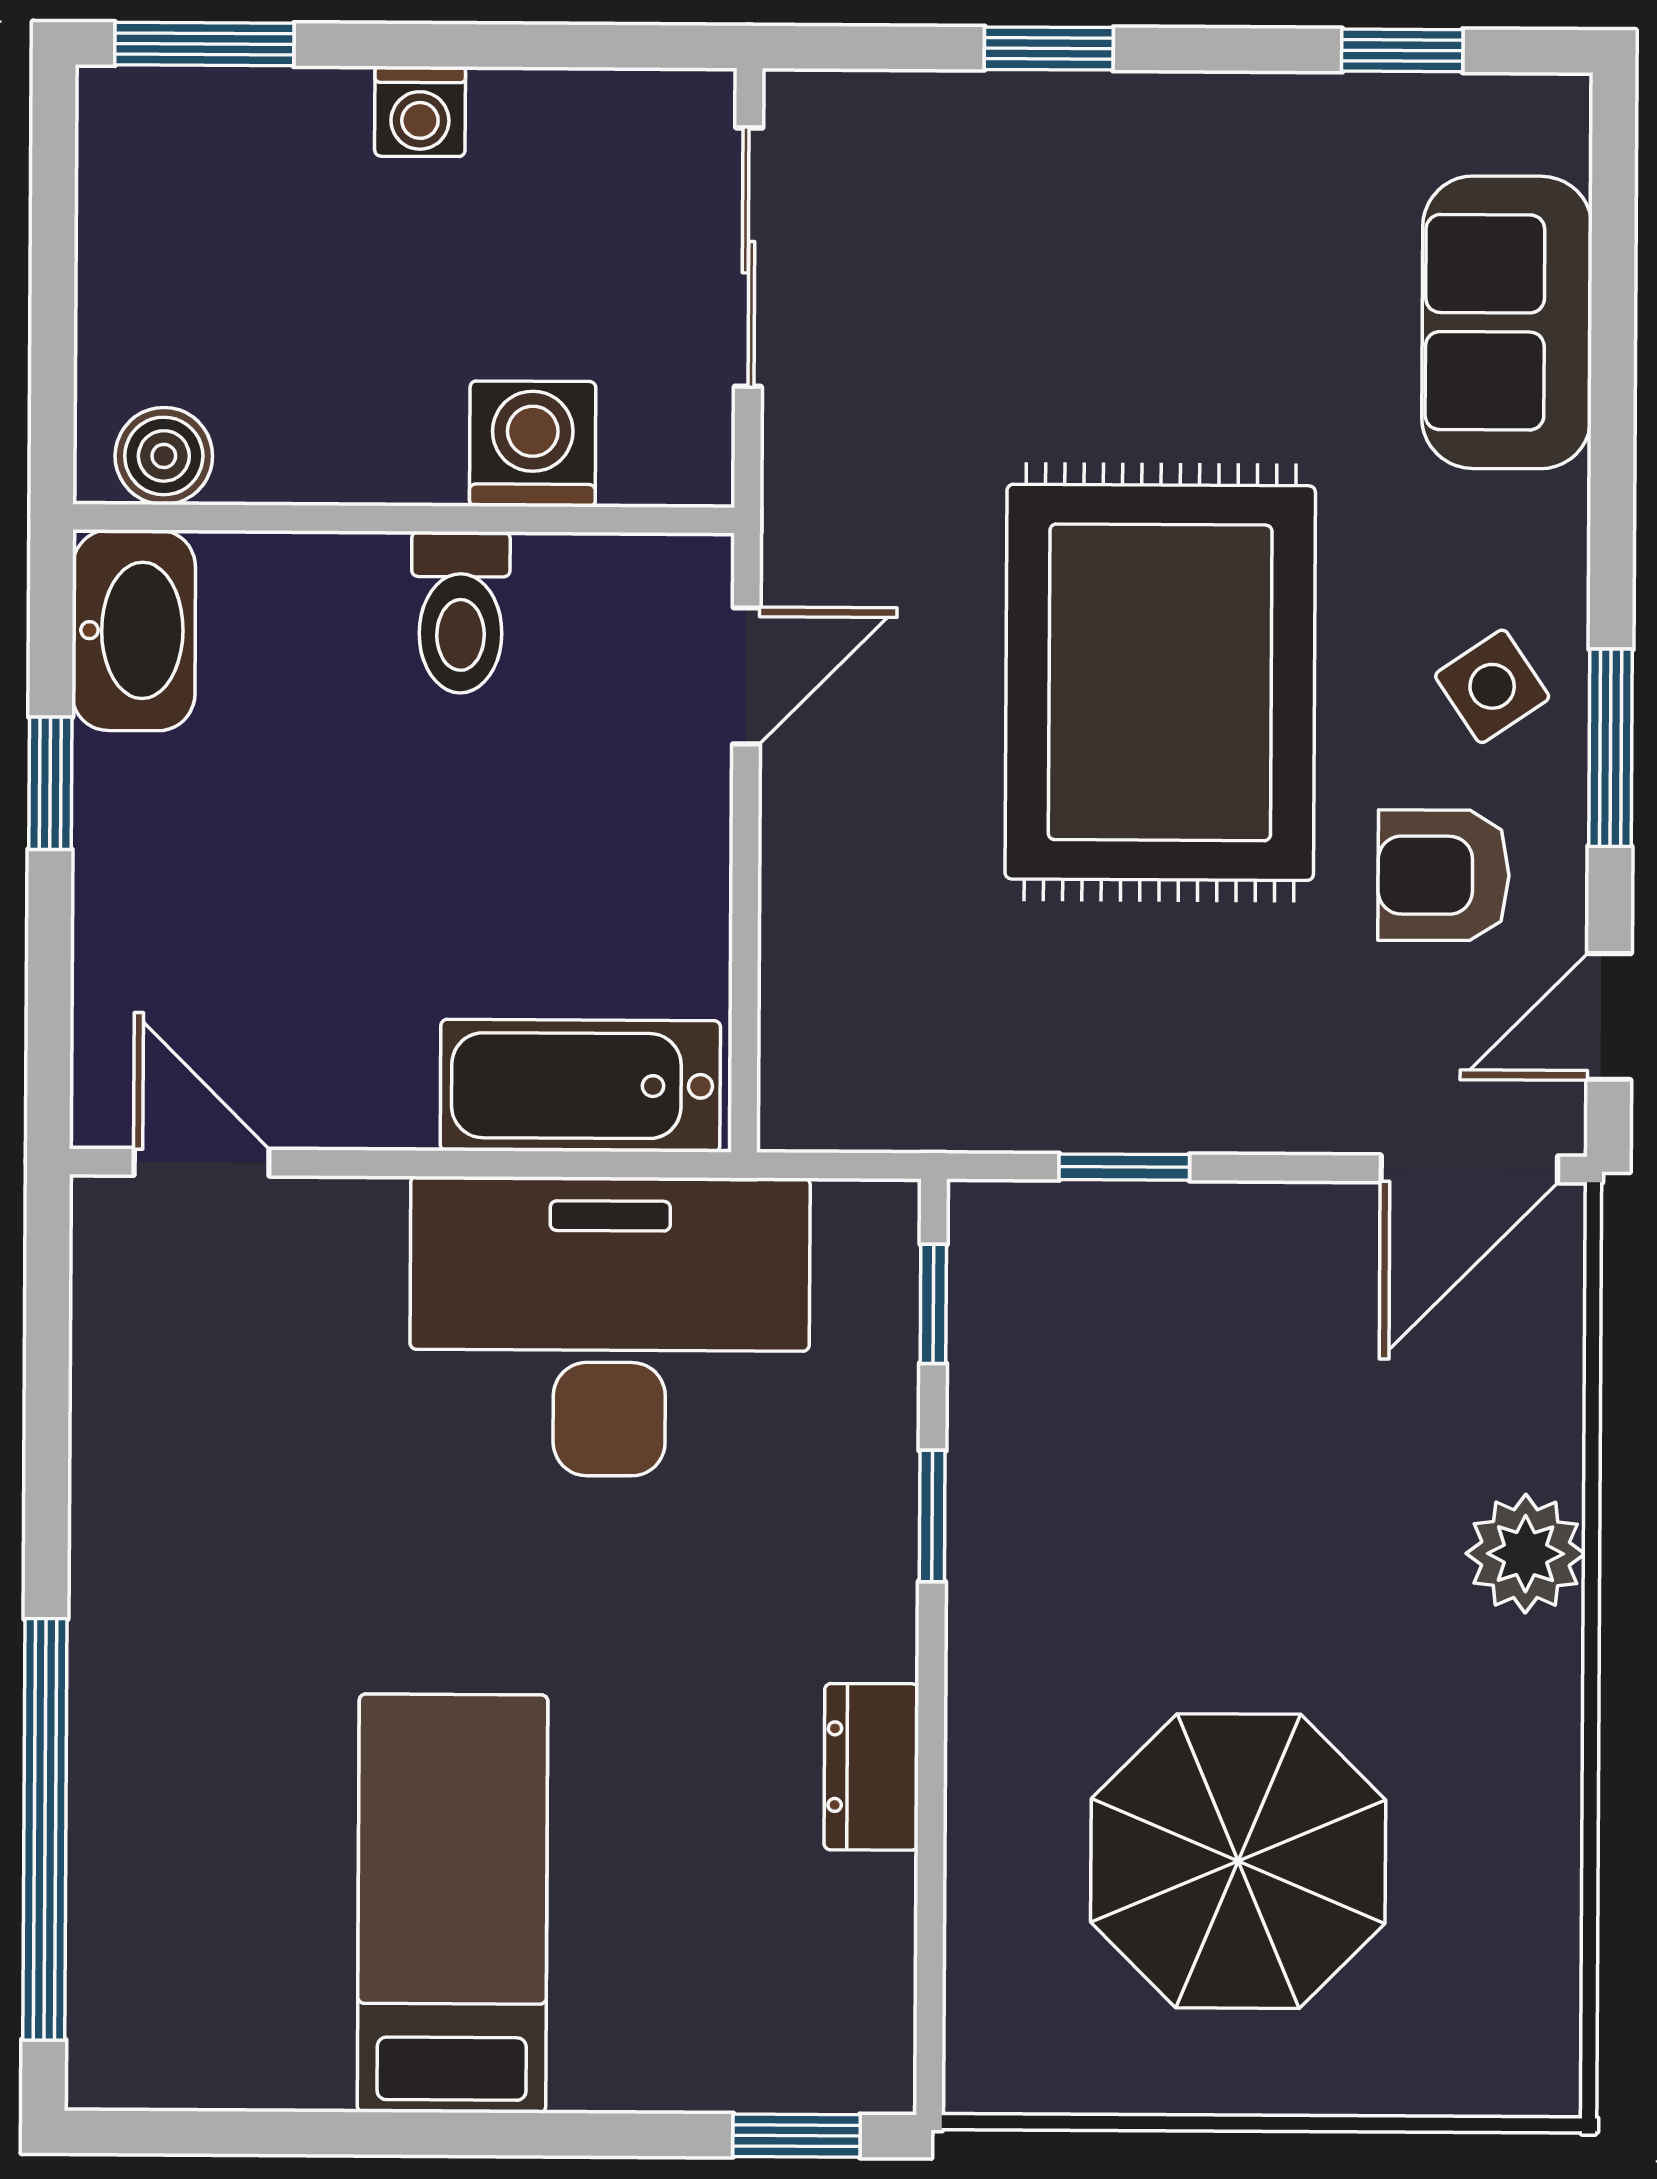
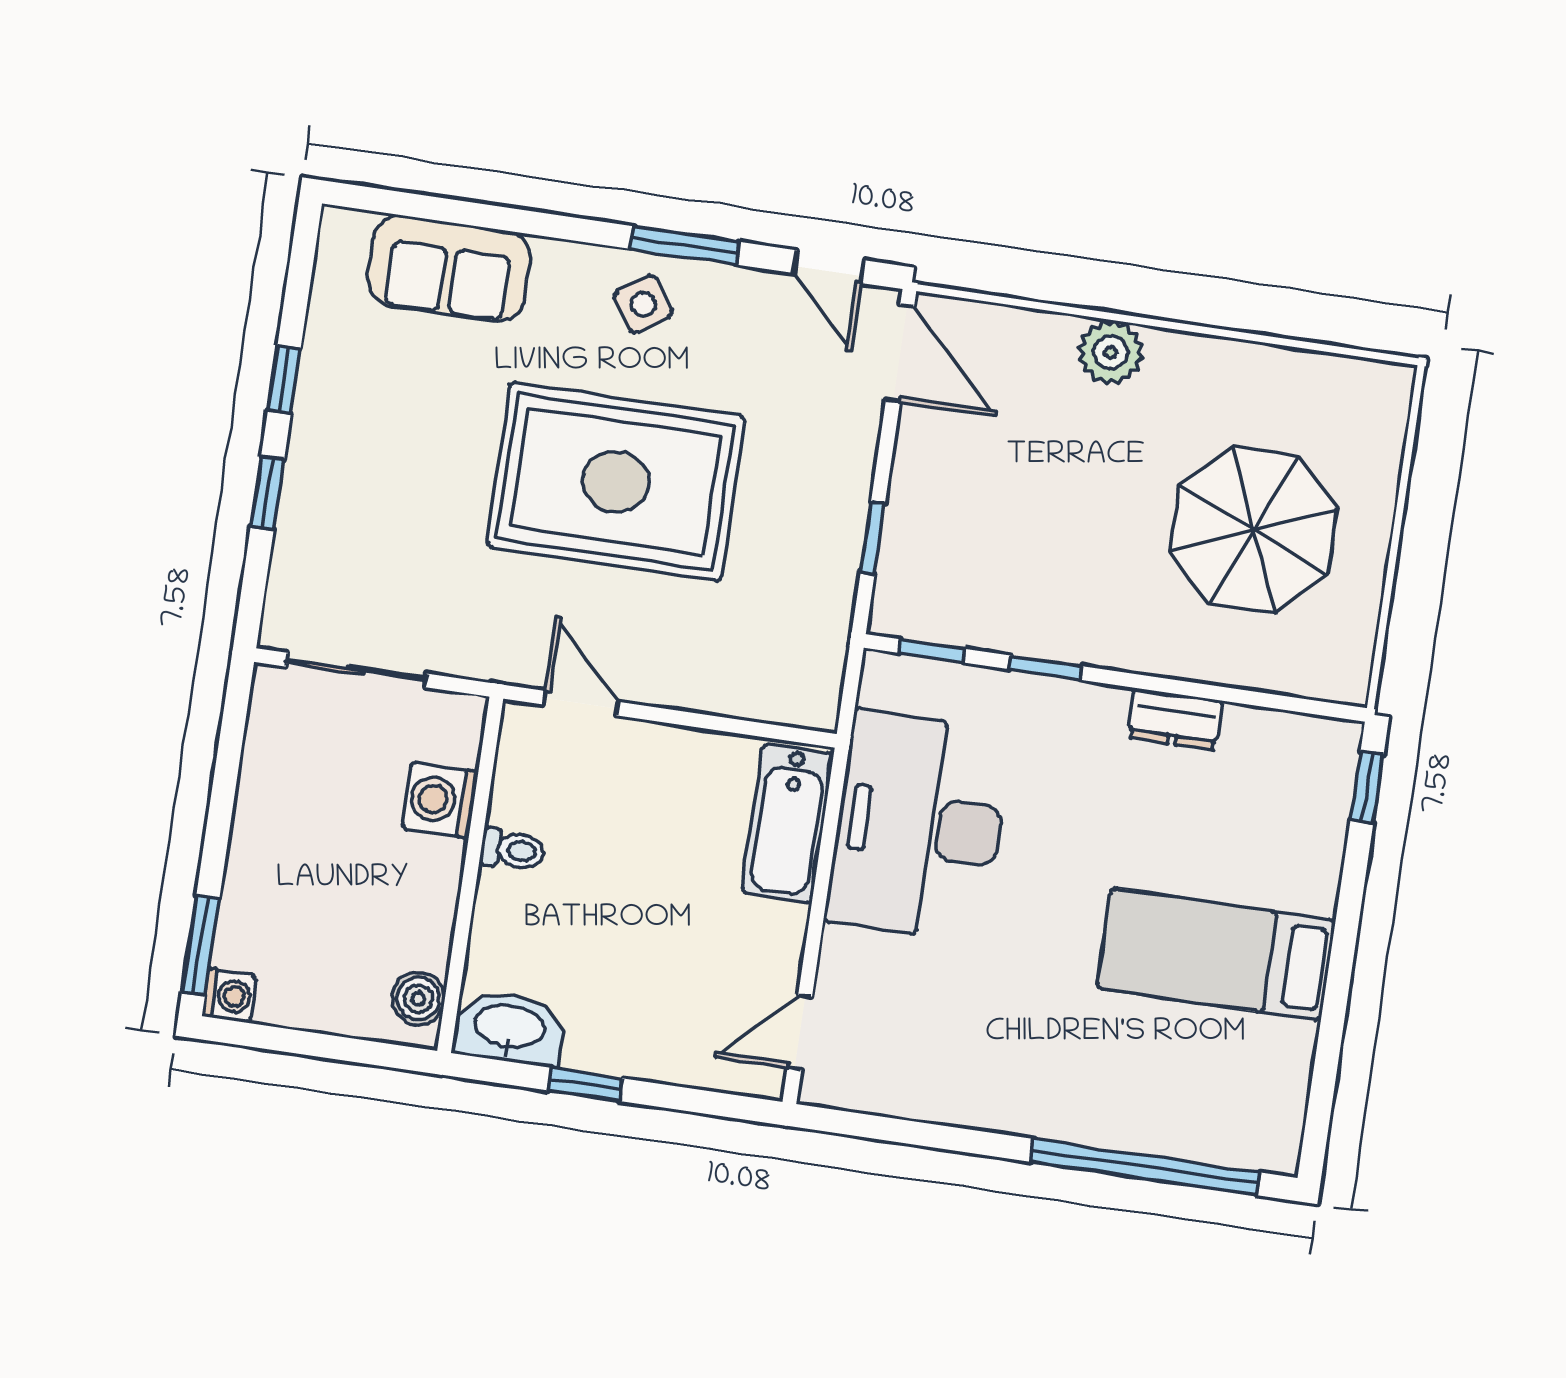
window: (1402, 50) -> (284, 380), moved
washing machine: (420, 111) -> (229, 996), moved
toilet: (461, 612) -> (513, 850), width x0.73, depth x0.72
armchair: (1444, 875) -> (741, 345), removed

